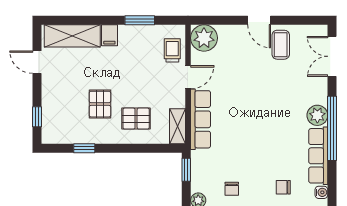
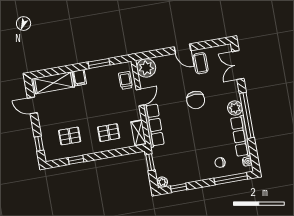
pallet: (100, 104) -> (70, 136), moved, turned 90
chair: (232, 189) -> (196, 100), moved, width x1.87, depth x1.87

